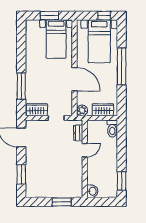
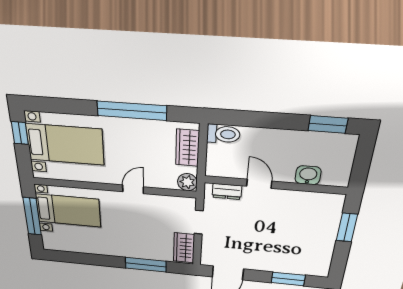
window: (50, 16) -> (32, 216), width x1.44
window: (122, 66) -> (132, 111), moved
door: (75, 79) -> (133, 189), width x0.53
washbasin: (92, 191) -> (308, 175), moved

